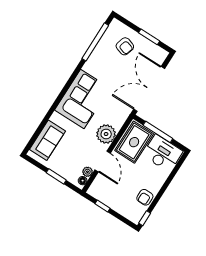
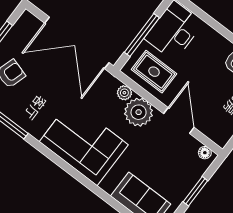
rug: (134, 142) -> (154, 72), width x0.73, depth x0.70
door: (103, 162) -> (179, 121), hinge flipped
plant: (87, 172) -> (124, 93), moved

